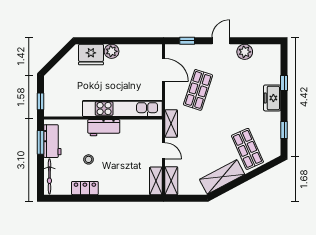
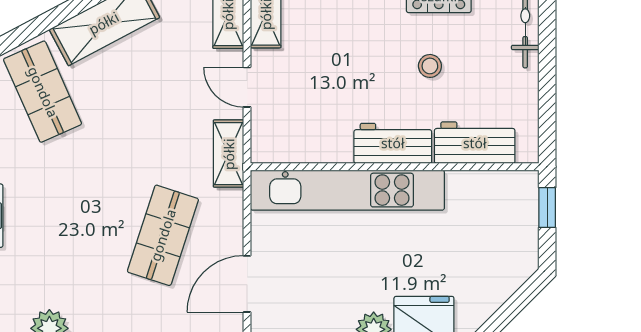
door: (164, 70) -> (247, 284), hinge flipped
workbench: (52, 141) -> (475, 143), moved, turned 90
window: (40, 142) -> (547, 107), removed

